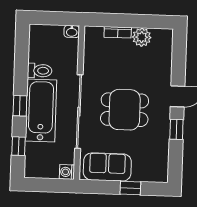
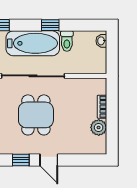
washbasin: (72, 31) -> (101, 41), moved
window: (20, 106) -> (50, 25), moved

